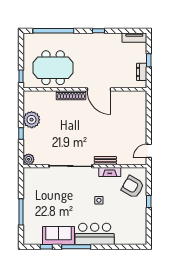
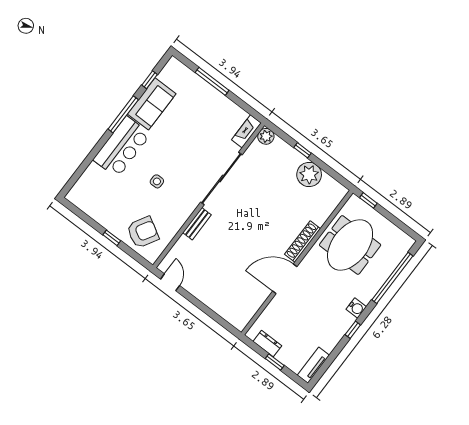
water cooler: (85, 38) -> (356, 308), added
fireplace: (110, 172) -> (246, 131), moved

